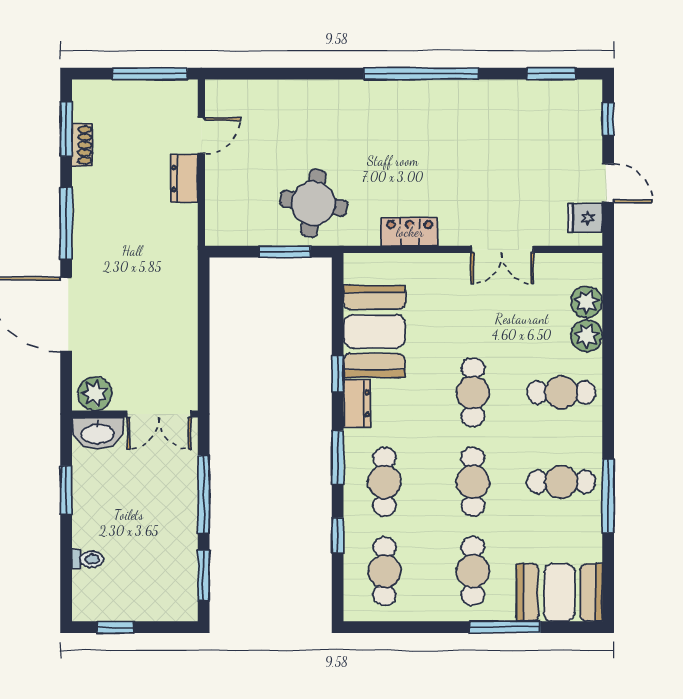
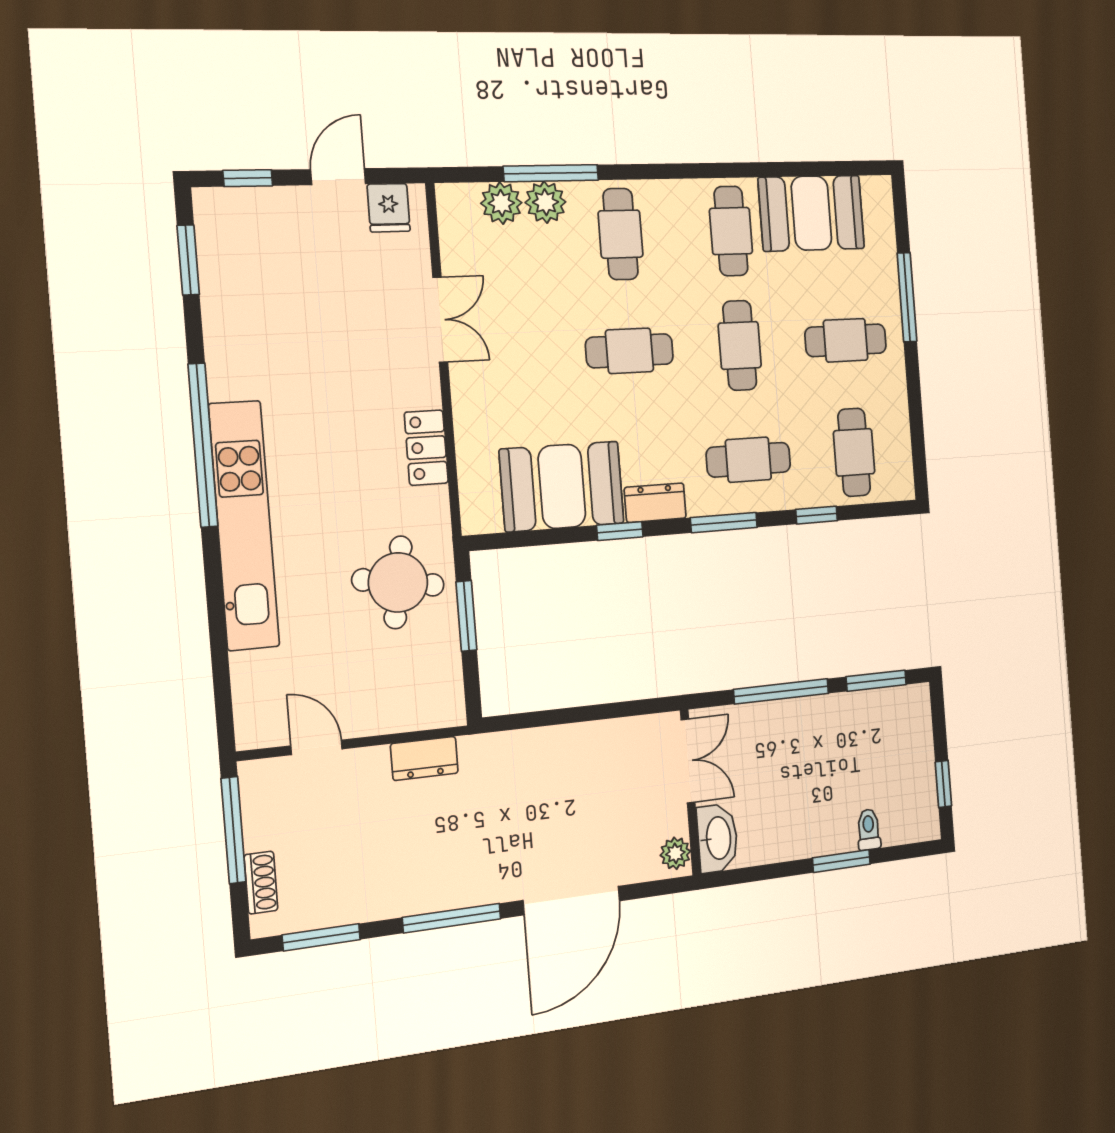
kitchen unit: (363, 98) -> (244, 525), added
shoe rack: (82, 145) -> (261, 883), moved, turned 90
dresser: (184, 178) -> (424, 758), moved
plant: (95, 394) -> (675, 853), width x0.73, depth x0.73
cafe table: (473, 482) -> (740, 345), turned 90
window: (66, 490) -> (841, 861), moved
window: (608, 496) -> (551, 173), moved
cafe table: (384, 571) -> (854, 452), turned 90
booth: (559, 593) -> (811, 213), moved, turned 90

